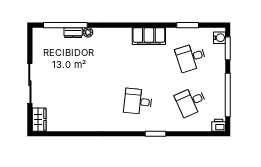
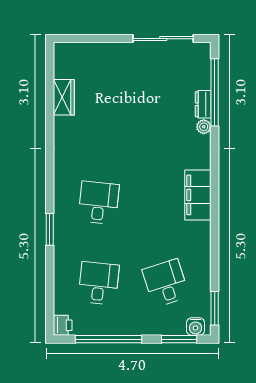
window: (188, 25) -> (215, 308), moved
filing cabinet: (149, 36) -> (198, 195), moved
sliding door: (30, 83) -> (163, 39), moved
desk: (191, 102) -> (99, 283), turned 30
wardrobe: (39, 120) -> (64, 97), moved, turned -90

